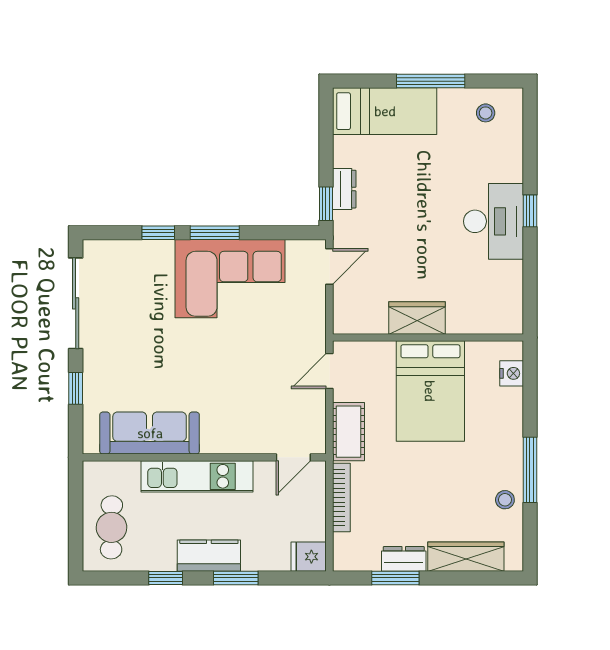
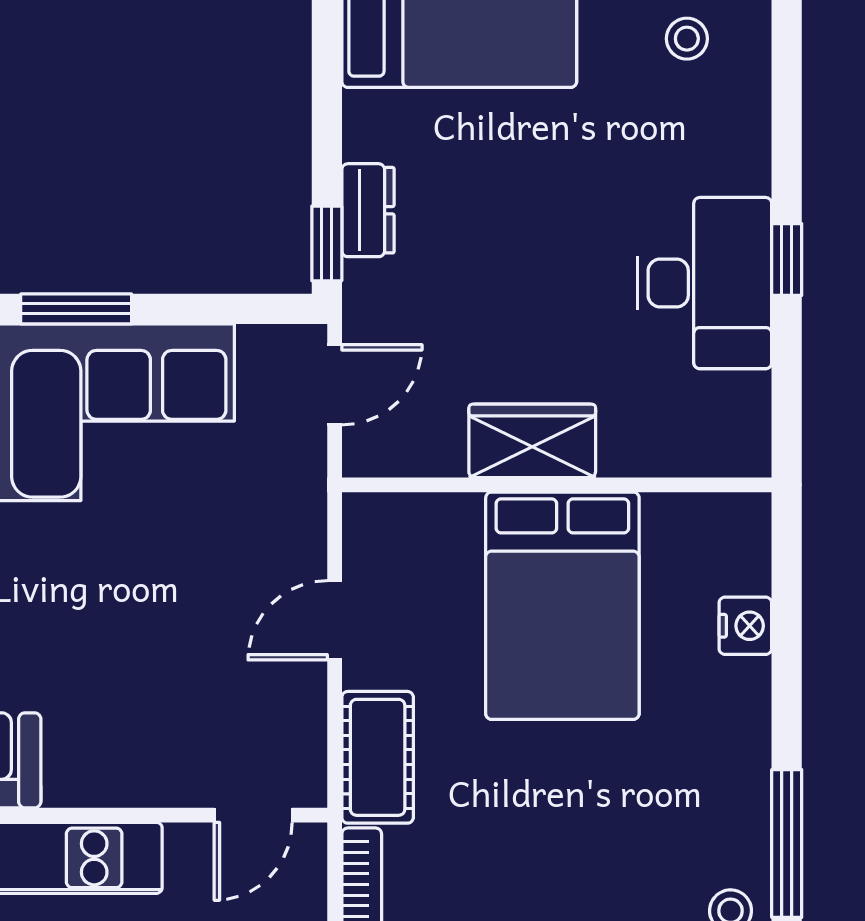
wardrobe: (417, 318) -> (532, 441), moved
wall: (428, 337) -> (557, 485), moved
bed: (430, 391) -> (562, 606), moved

